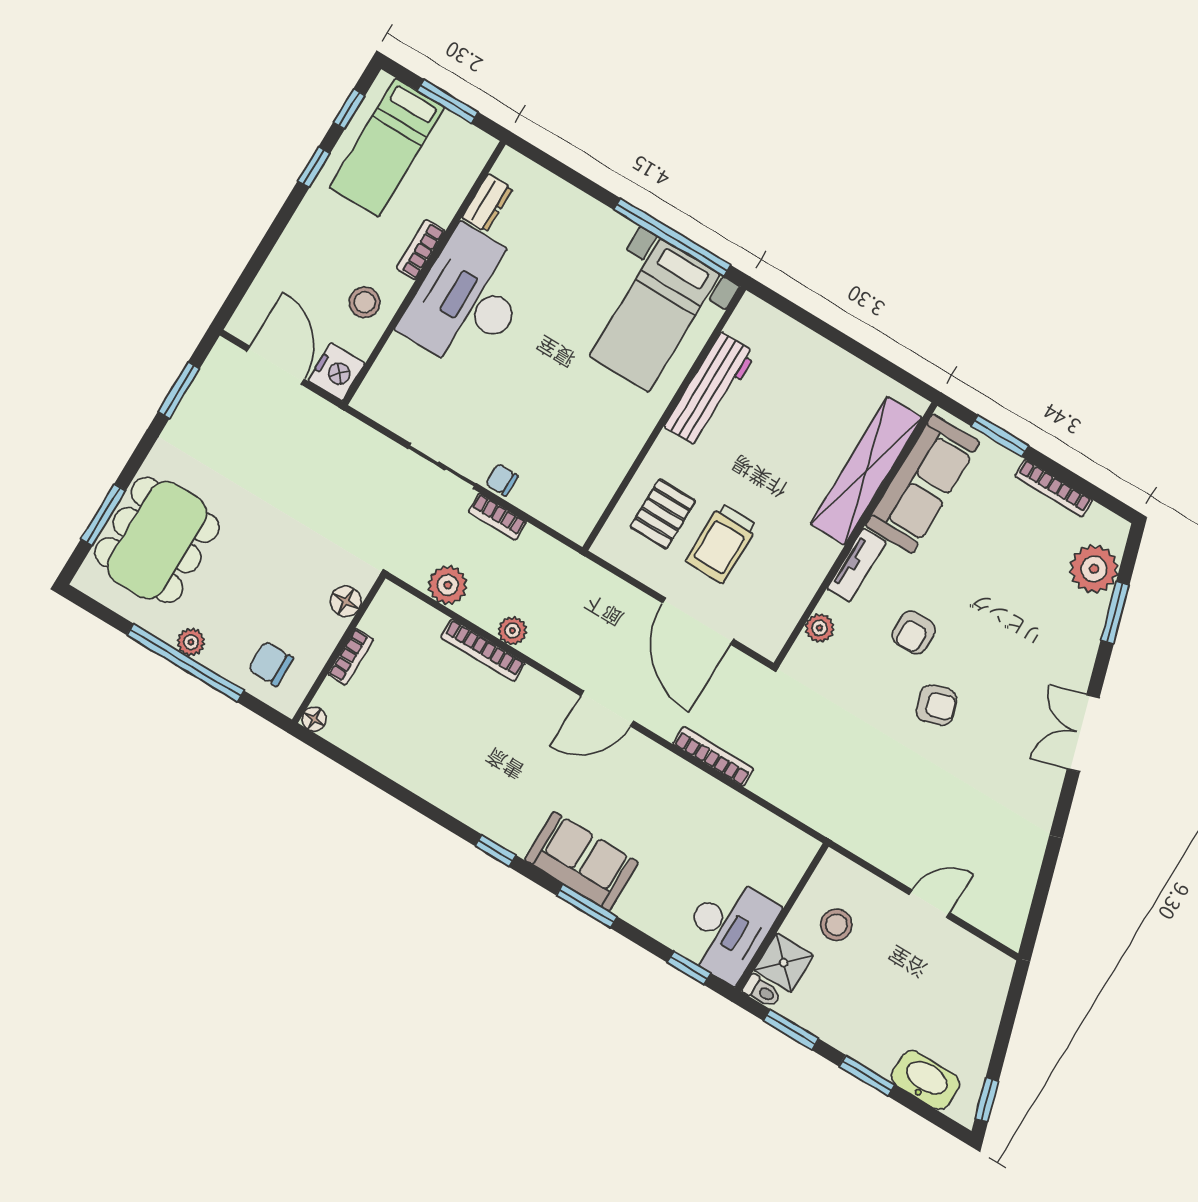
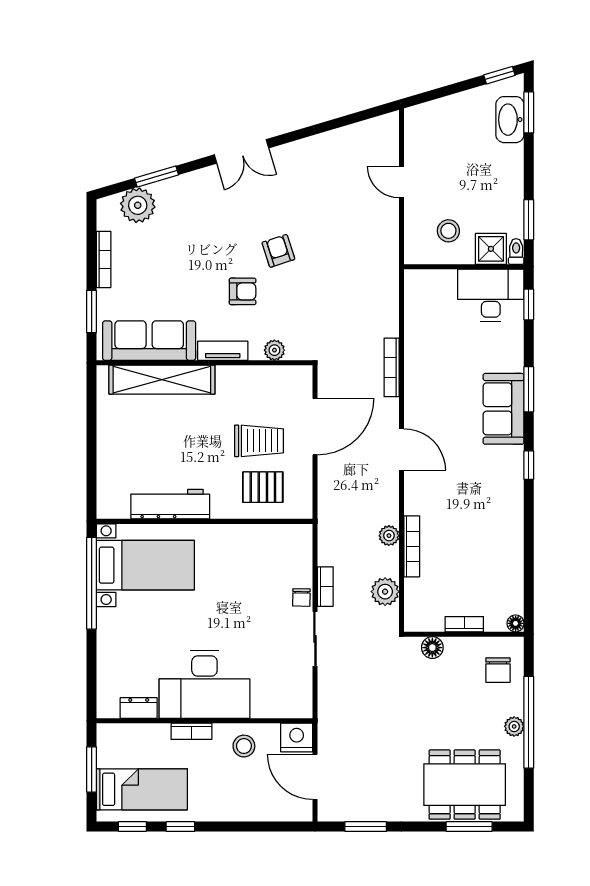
door: (276, 365) -> (315, 777), hinge flipped
window: (867, 1076) -> (529, 112), moved

